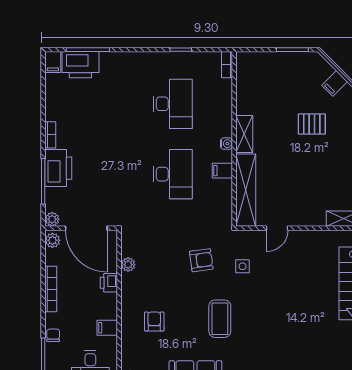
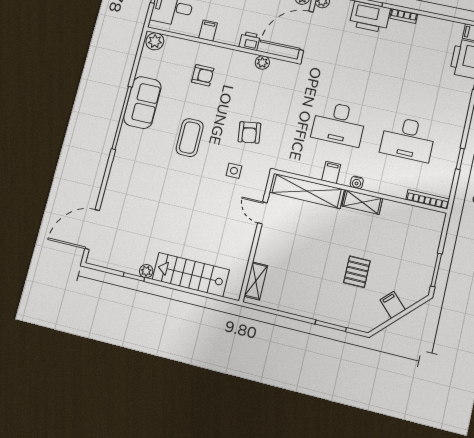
bookcase: (227, 65) -> (428, 199), width x1.56
coffee table: (220, 319) -> (190, 138), turned 90

